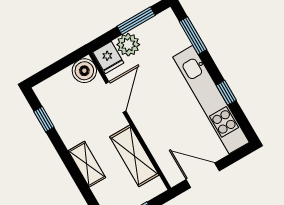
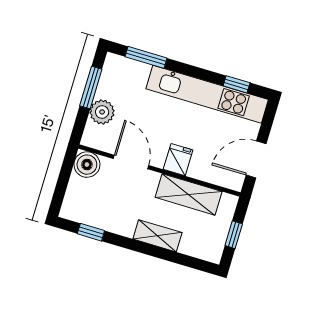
fridge: (108, 58) -> (178, 160), moved, turned -90
window: (226, 93) -> (237, 84), moved

